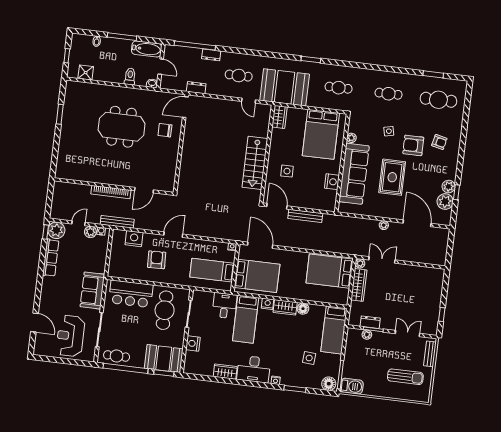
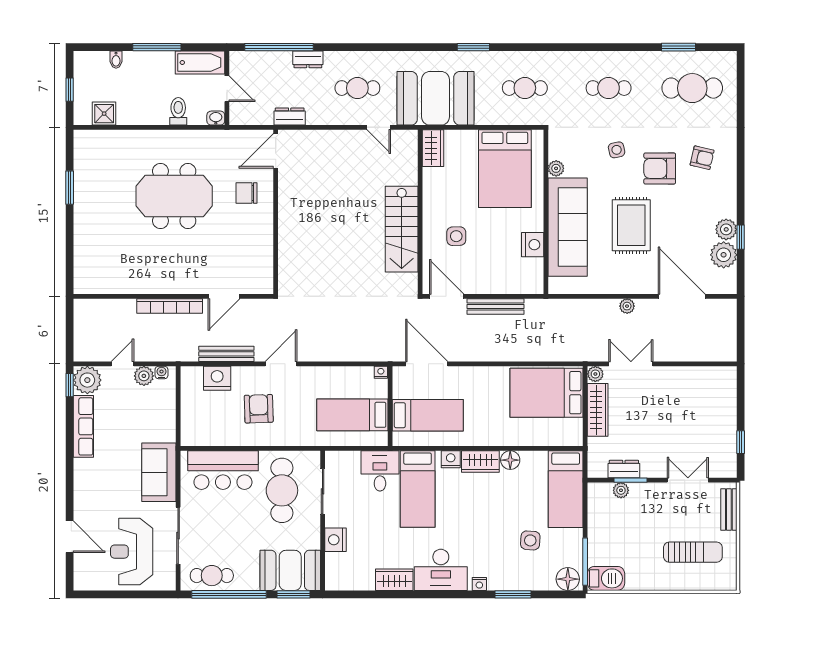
bench: (117, 222) -> (226, 354), moved
bed: (257, 276) -> (428, 415), width x0.67

